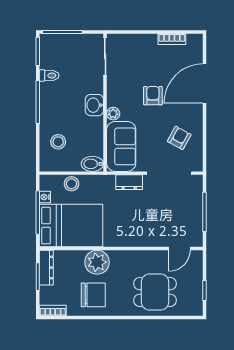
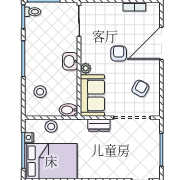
toilet: (49, 75) -> (33, 12), moved

